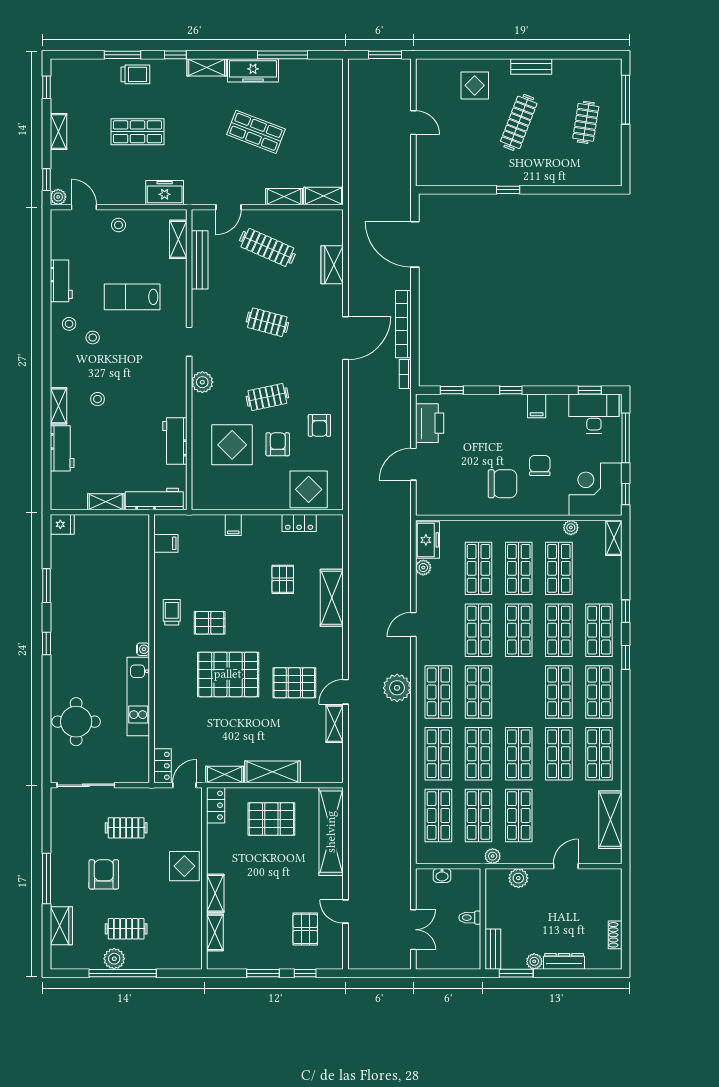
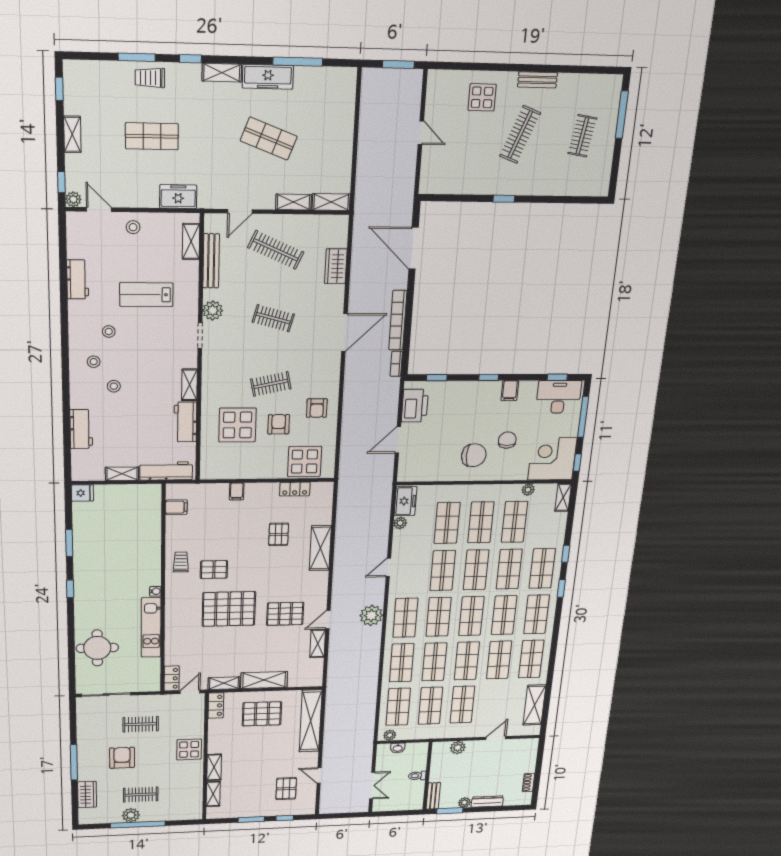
trolley: (135, 74) -> (150, 78), turned 180
stool: (69, 324) -> (94, 362), moved
plant: (202, 382) -> (213, 310), moved
shelving: (58, 406) -> (189, 385), moved
shop shelf: (519, 692) -> (471, 616), added
plant: (493, 856) -> (390, 735), moved

